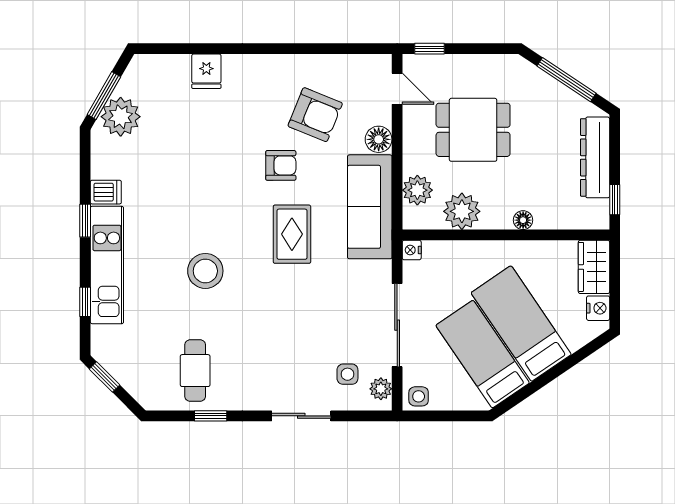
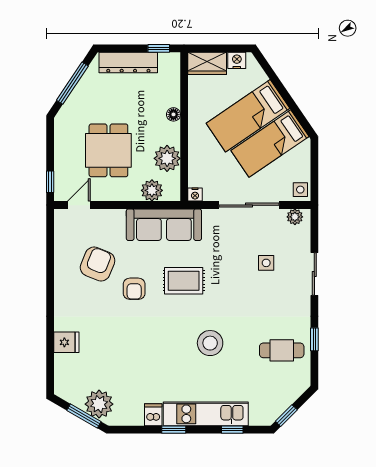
floor lamp: (379, 139) -> (115, 218), removed
armchair: (281, 165) -> (134, 289), turned 180
side table: (347, 374) -> (266, 263), moved

